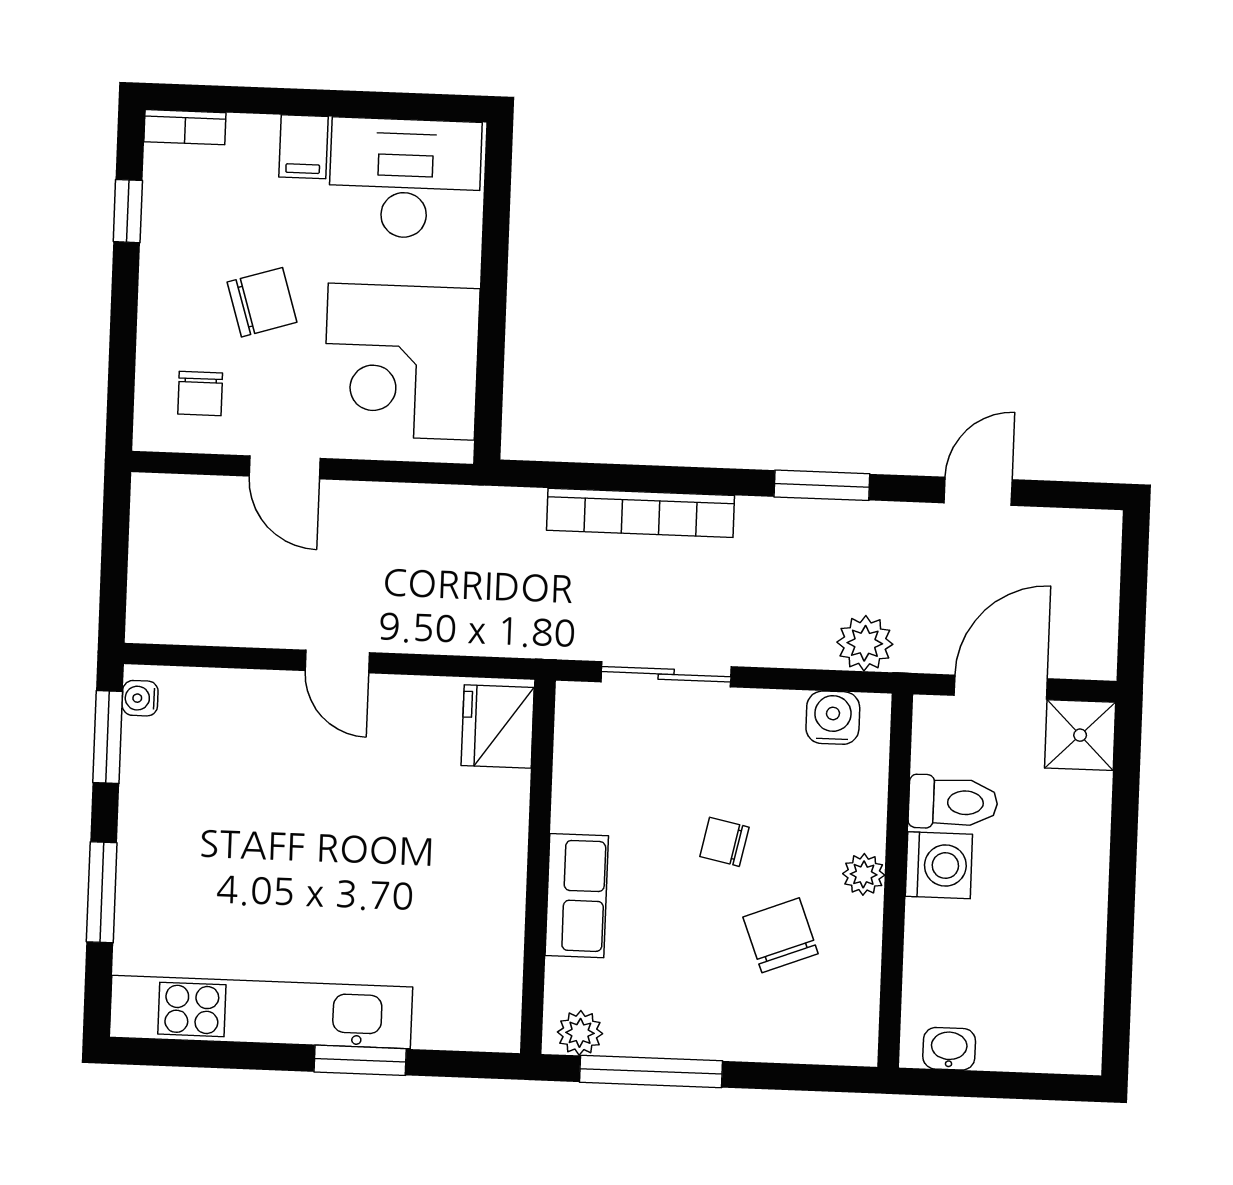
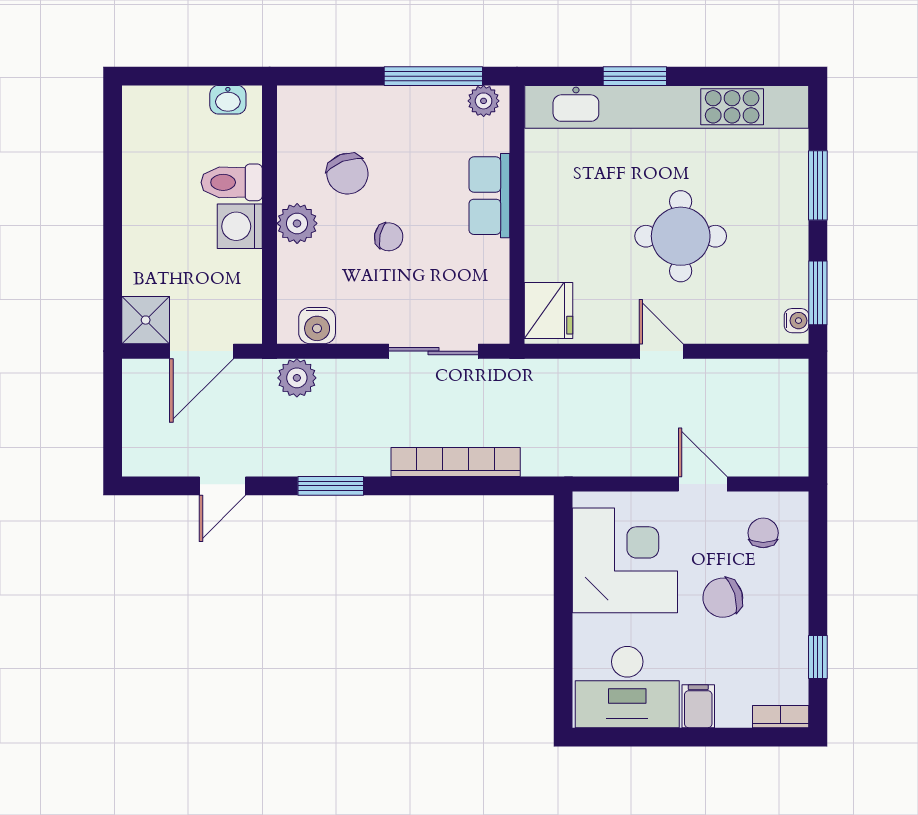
toilet: (953, 802) -> (232, 182), moved
round table: (303, 826) -> (681, 236), added
plant: (864, 874) -> (297, 223), width x1.38, depth x1.38
kitchen unit: (261, 1012) -> (667, 107), width x1.36

